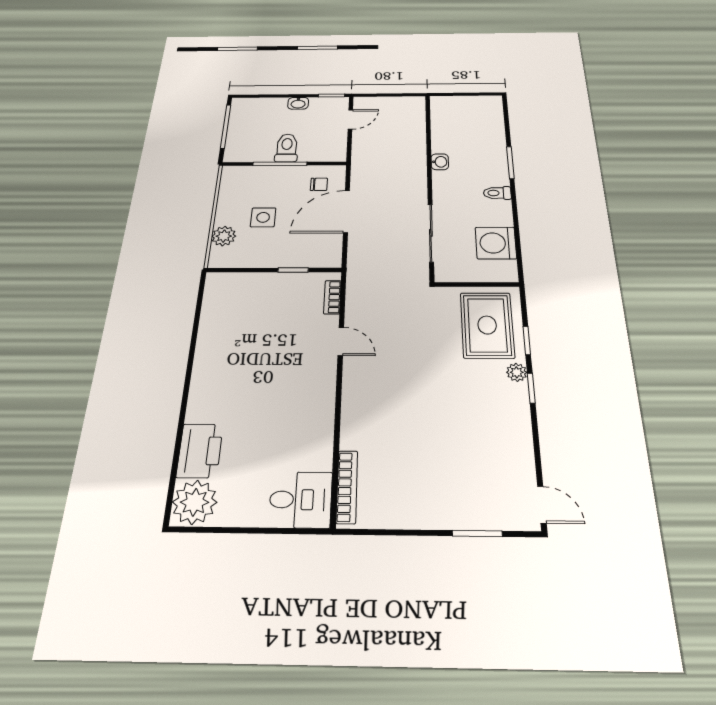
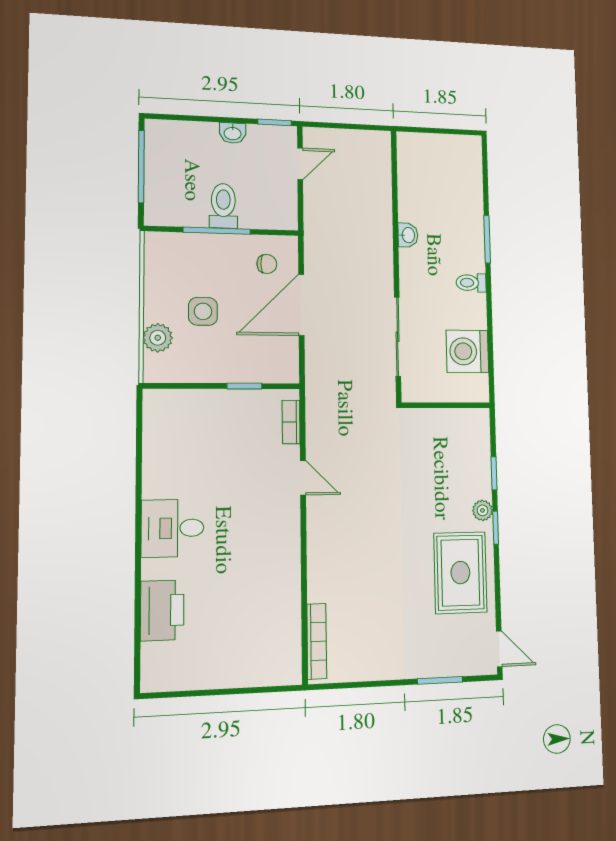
rug: (487, 325) -> (460, 573), moved
desk: (301, 500) -> (173, 528), moved, turned 180
plant: (195, 502) -> (164, 666), removed

